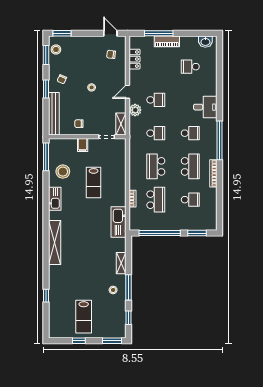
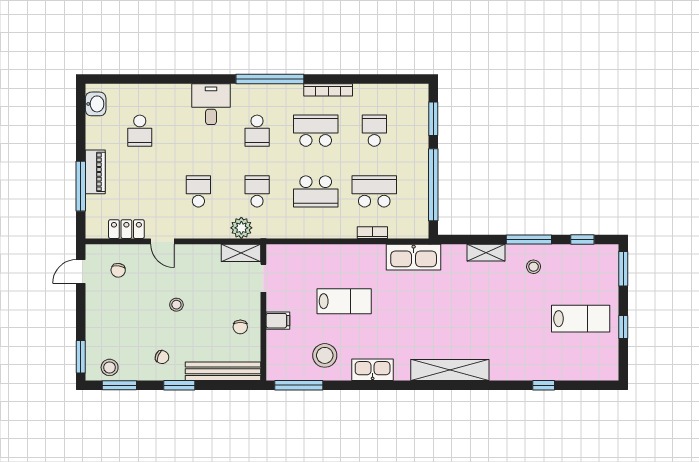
door: (128, 92) -> (162, 241), moved
plant: (135, 110) -> (241, 228), moved
school desk: (190, 133) -> (257, 131), turned 180

